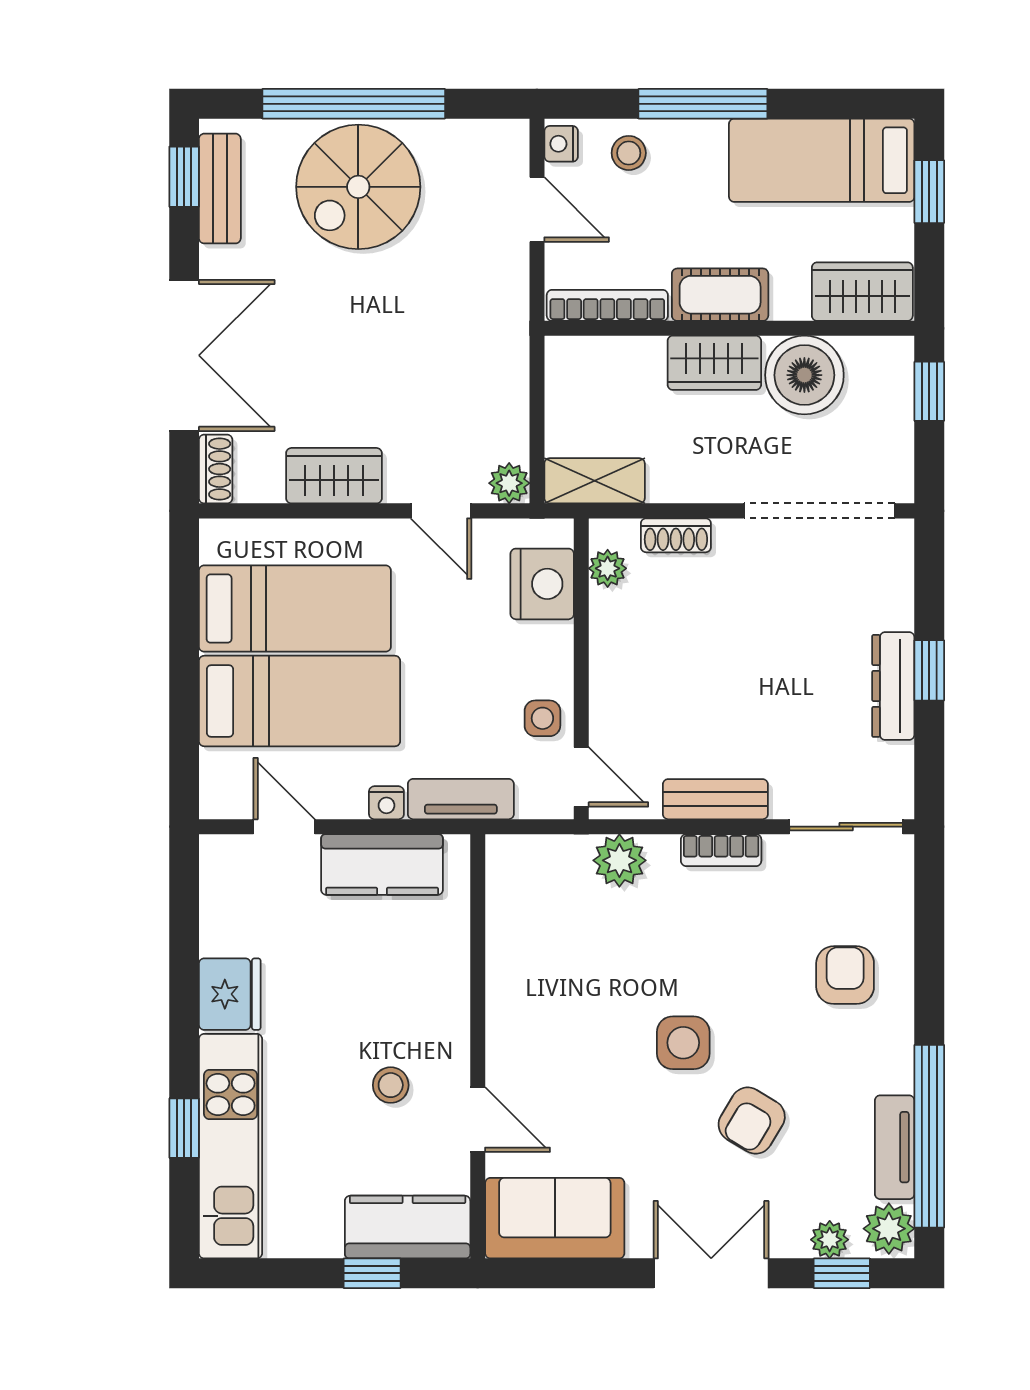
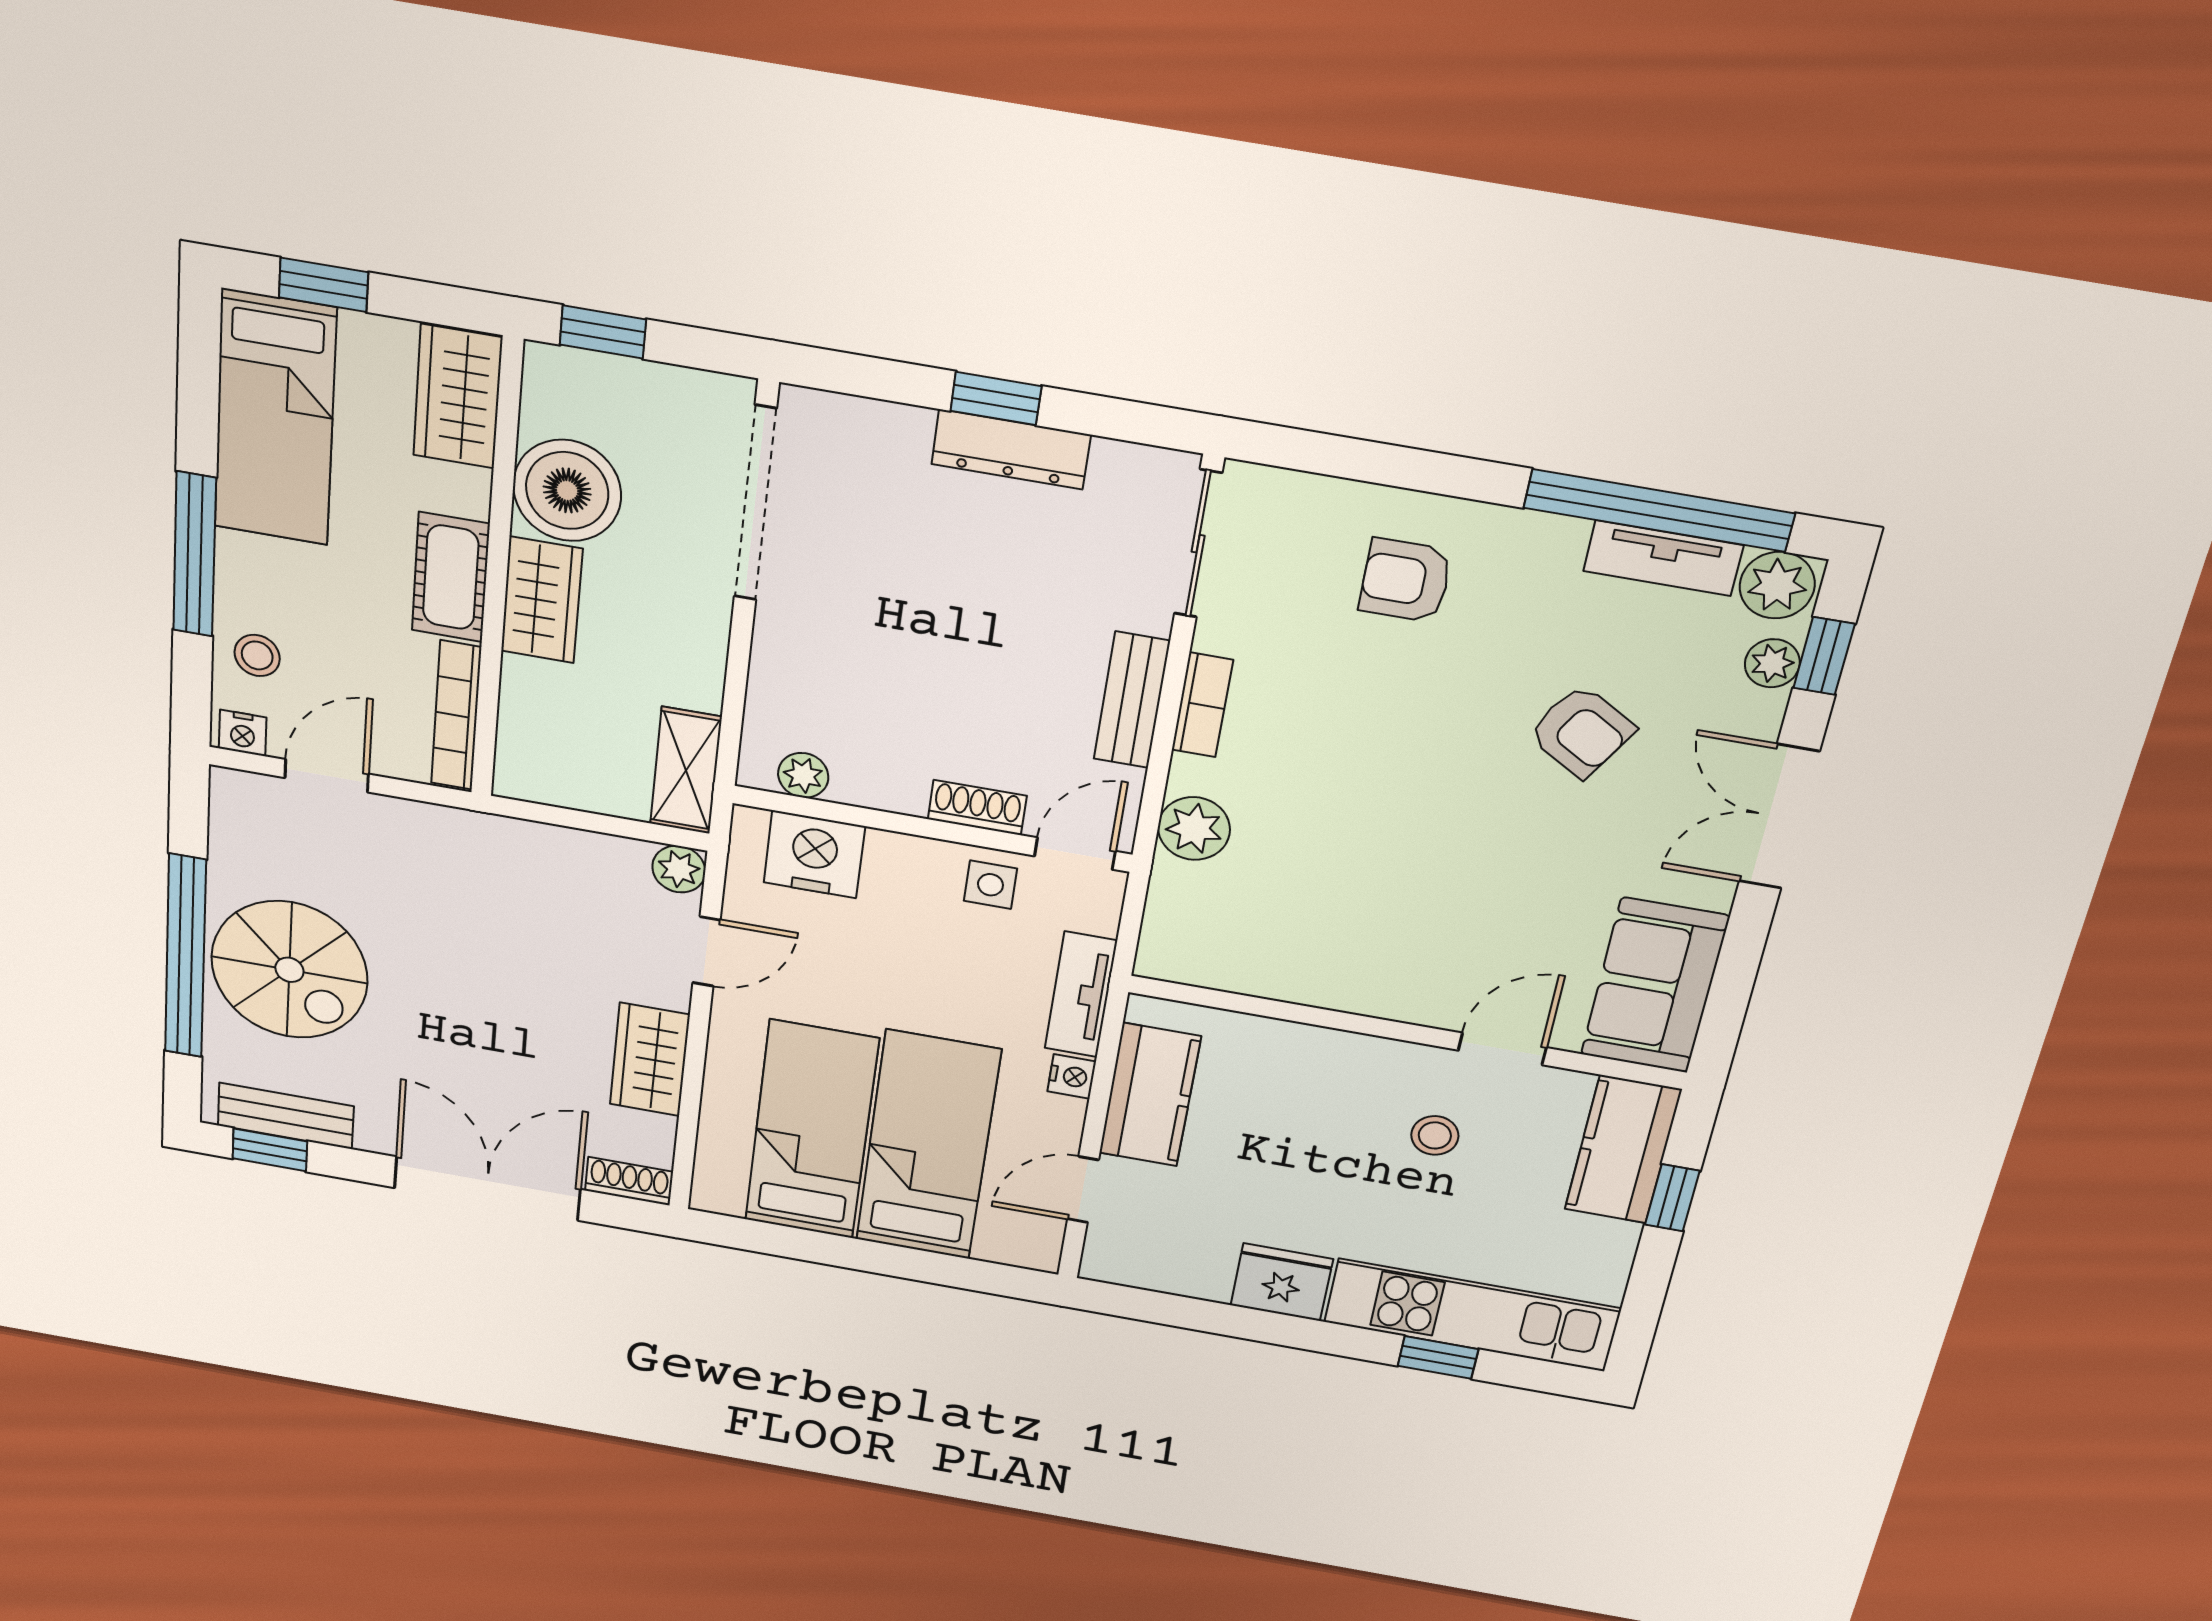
shoe rack: (676, 535) -> (977, 808), moved, turned -90
side table: (683, 1043) -> (1455, 796), removed

